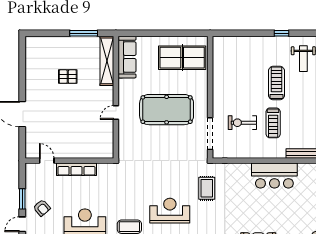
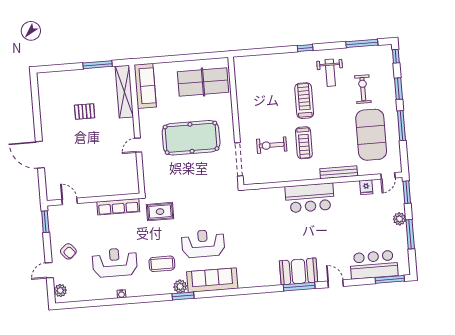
row of seats: (77, 169) -> (118, 207), moved
rug: (207, 188) -> (160, 212), moved, turned 90
window: (22, 199) -> (45, 222), moved

